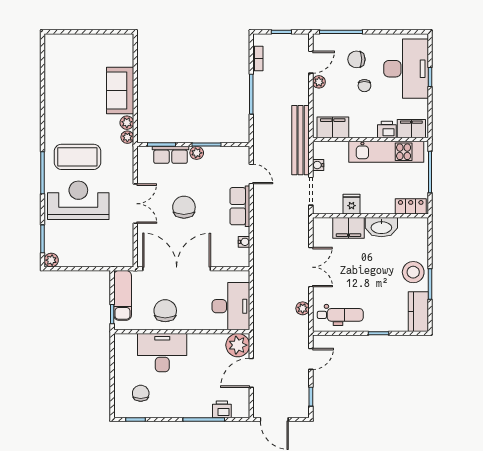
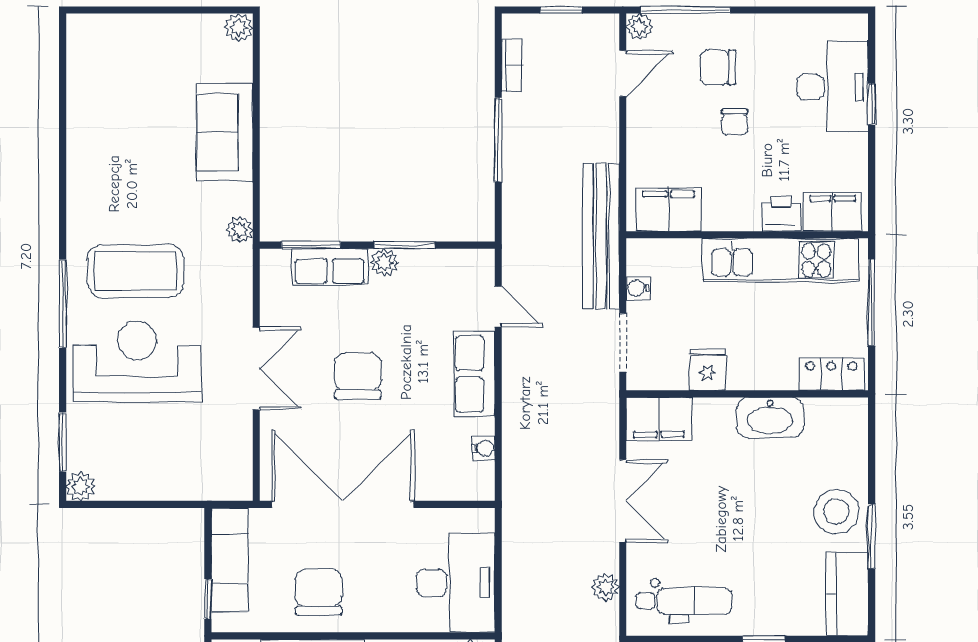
desk: (406, 69) -> (832, 87), width x0.73, depth x0.77
plant: (319, 82) -> (639, 27), moved
plant: (127, 123) -> (239, 28), moved
filing cabinet: (348, 228) -> (659, 419), moved

